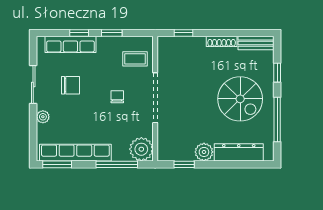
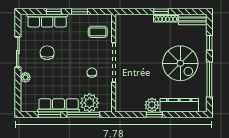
window: (183, 33) -> (161, 12), moved
chair: (70, 85) -> (47, 53), turned -90
chair: (117, 97) -> (92, 73), moved
plant: (141, 149) -> (89, 103), moved
row of seats: (75, 153) -> (59, 105), width x0.73
window: (57, 164) -> (49, 115), moved
window: (184, 164) -> (154, 115), moved

